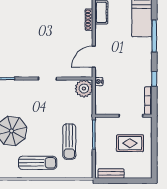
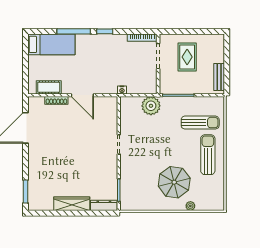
door: (94, 57) -> (82, 95), moved
window: (154, 79) -> (105, 31), moved
plant: (84, 89) -> (151, 106), moved
sun lounger: (69, 142) -> (200, 123), moved

